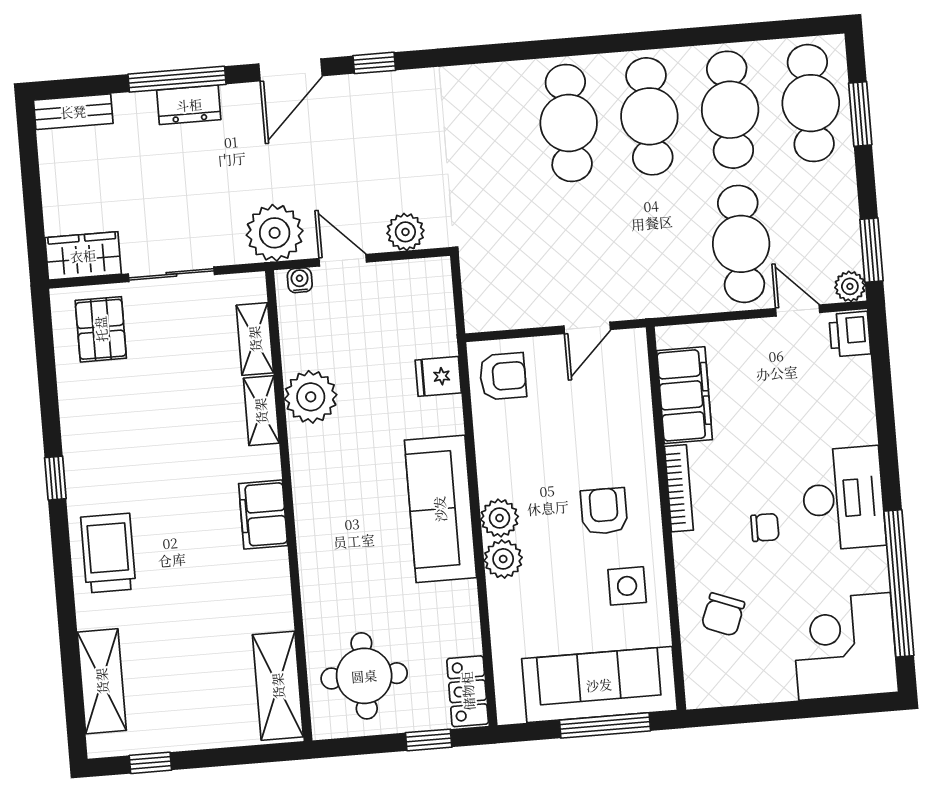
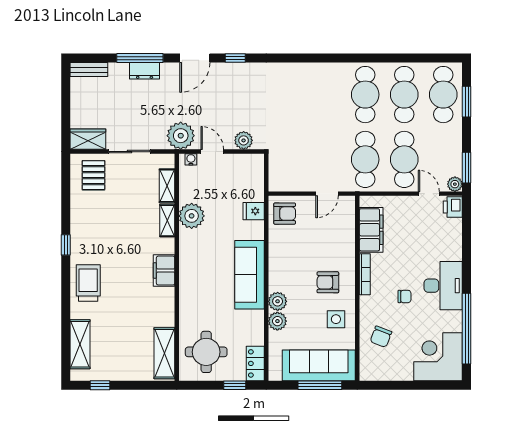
cafe table: (569, 123) -> (365, 159), moved
armchair: (604, 511) -> (328, 282), turned -90
plant: (499, 518) -> (277, 321), moved

